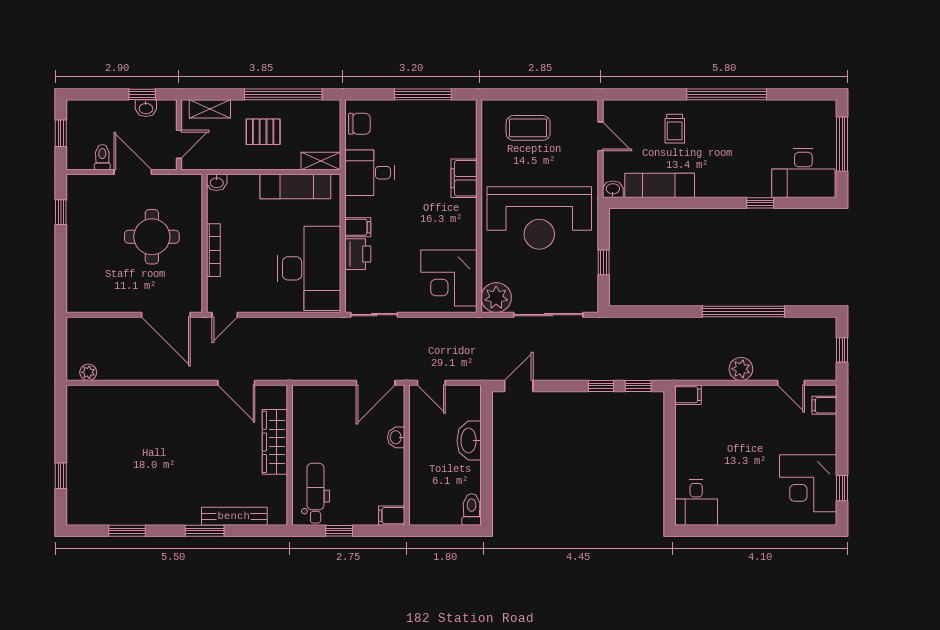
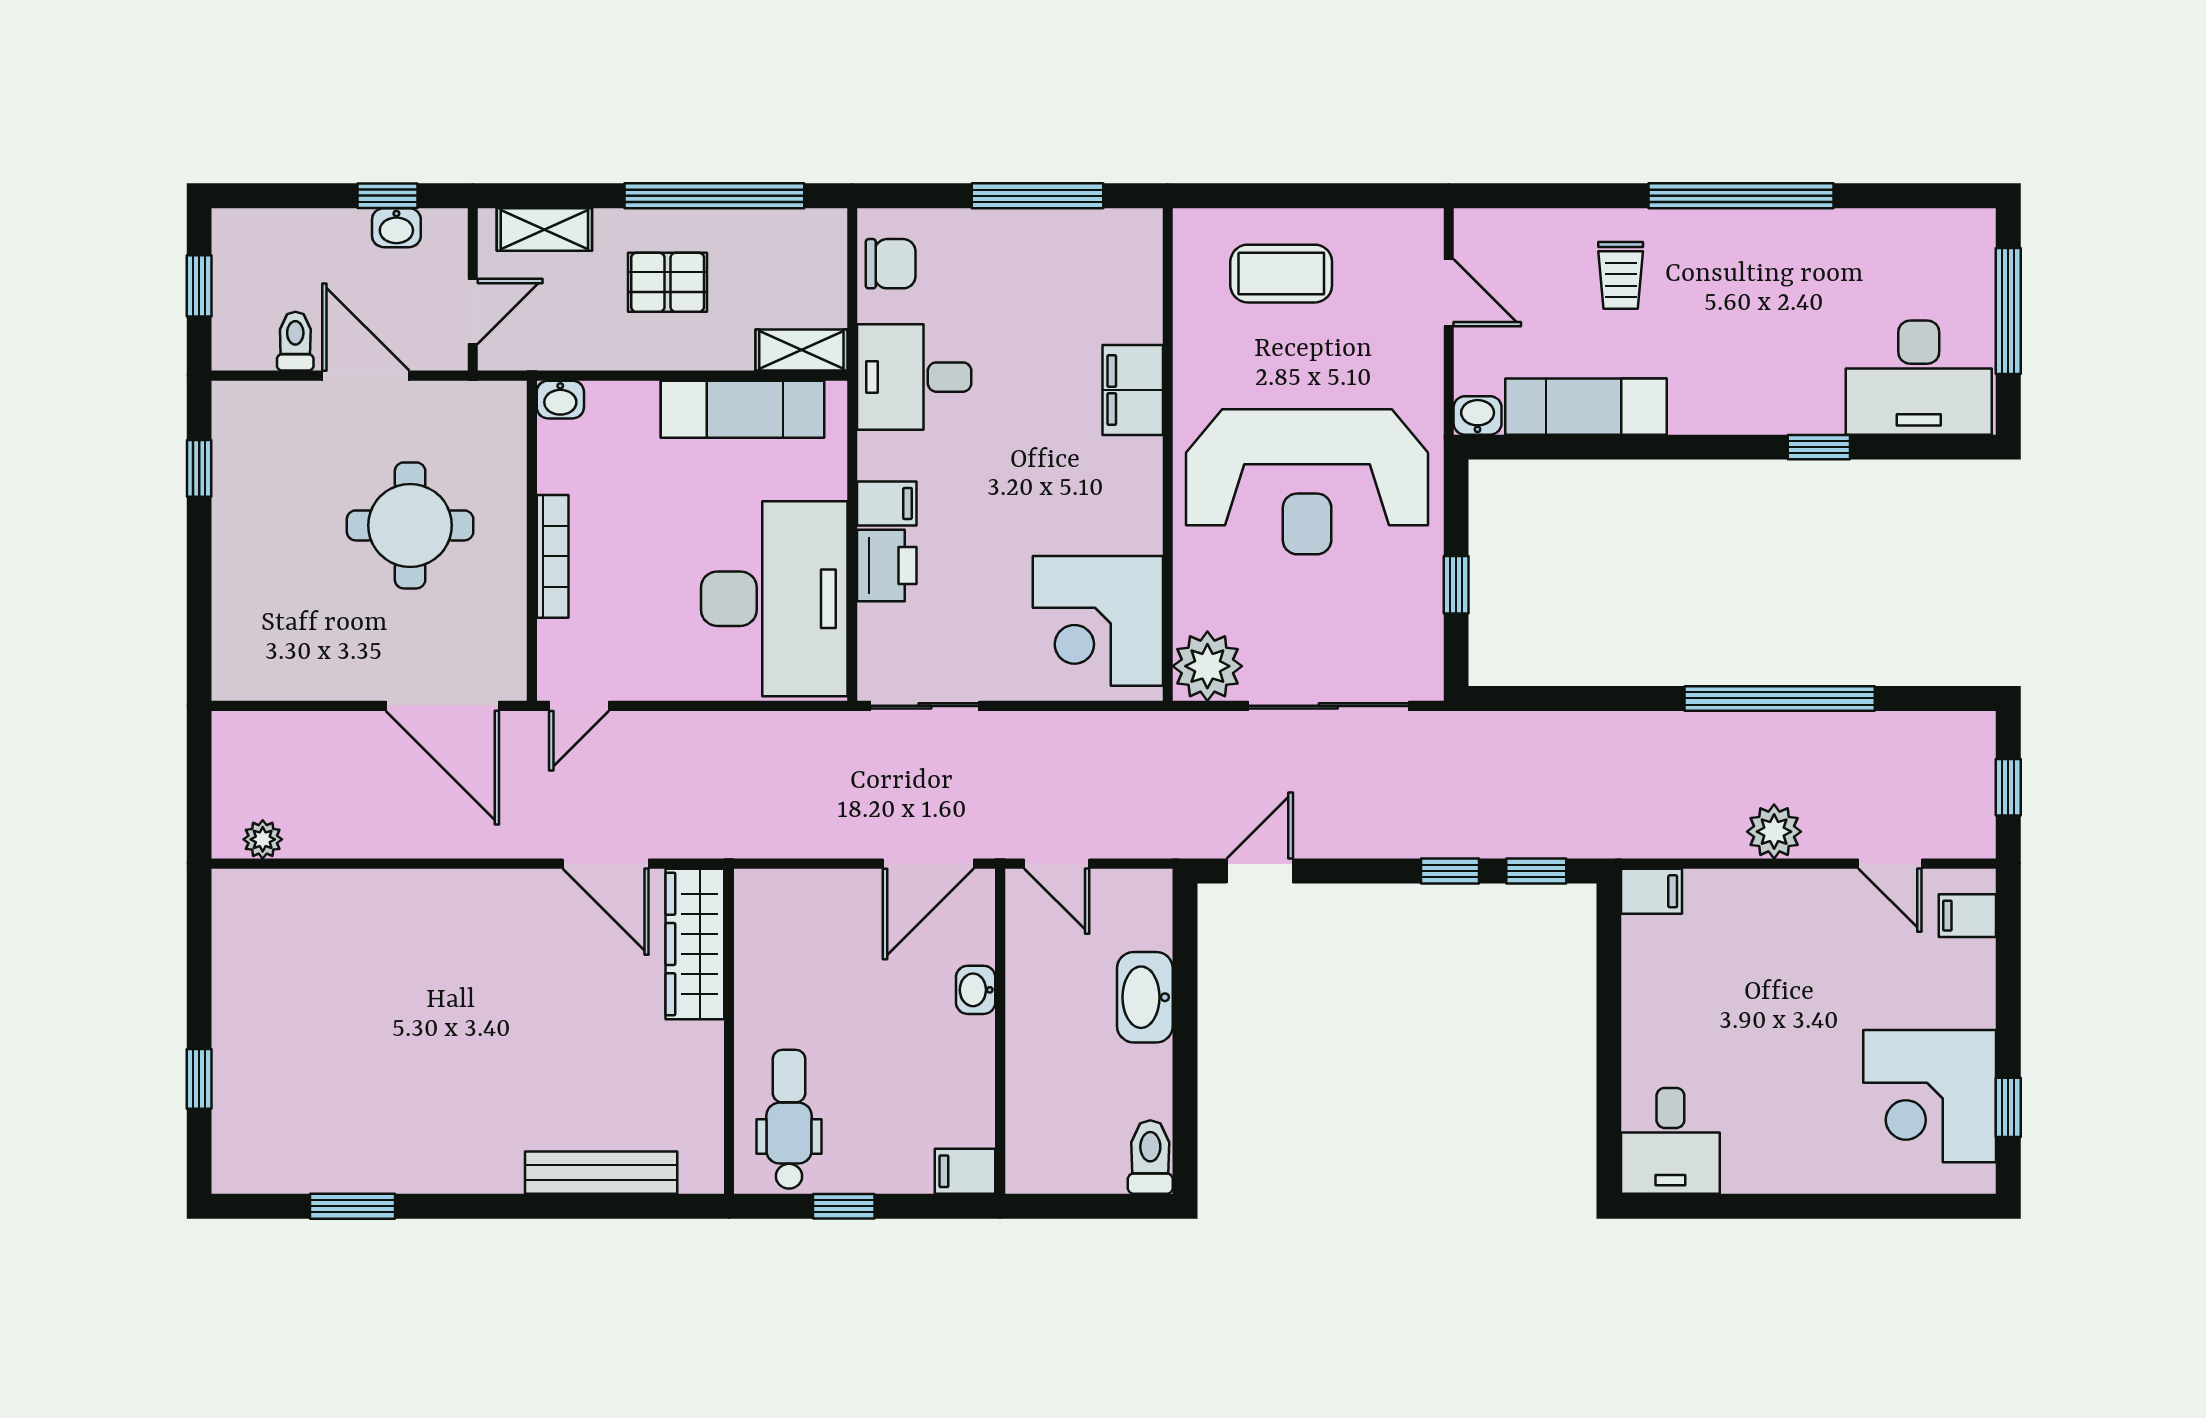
wardrobe: (275, 442) -> (695, 944), moved
window: (205, 531) -> (532, 1206), removed

